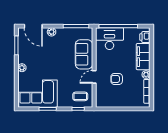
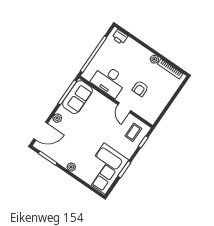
desk: (110, 39) -> (109, 81), moved, turned -90
sofa: (84, 54) -> (77, 97), moved, turned -90
filing cabinet: (143, 57) -> (136, 51), removed

